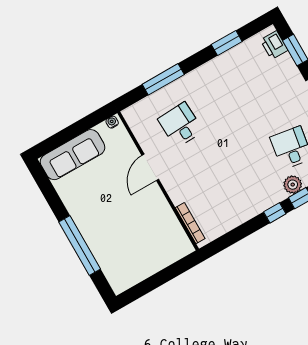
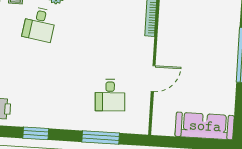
water cooler: (112, 122) -> (159, 131), removed

